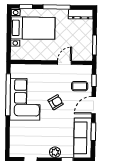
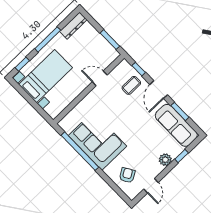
door: (64, 63) -> (100, 78), hinge flipped
armchair: (56, 102) -> (127, 175), moved

